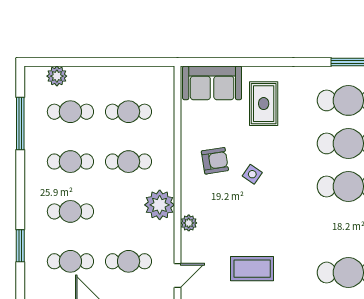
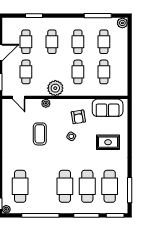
plant: (57, 76) -> (122, 23), moved
sofa: (212, 83) -> (108, 108), moved, turned -90
coffee table: (252, 269) -> (40, 134), moved

